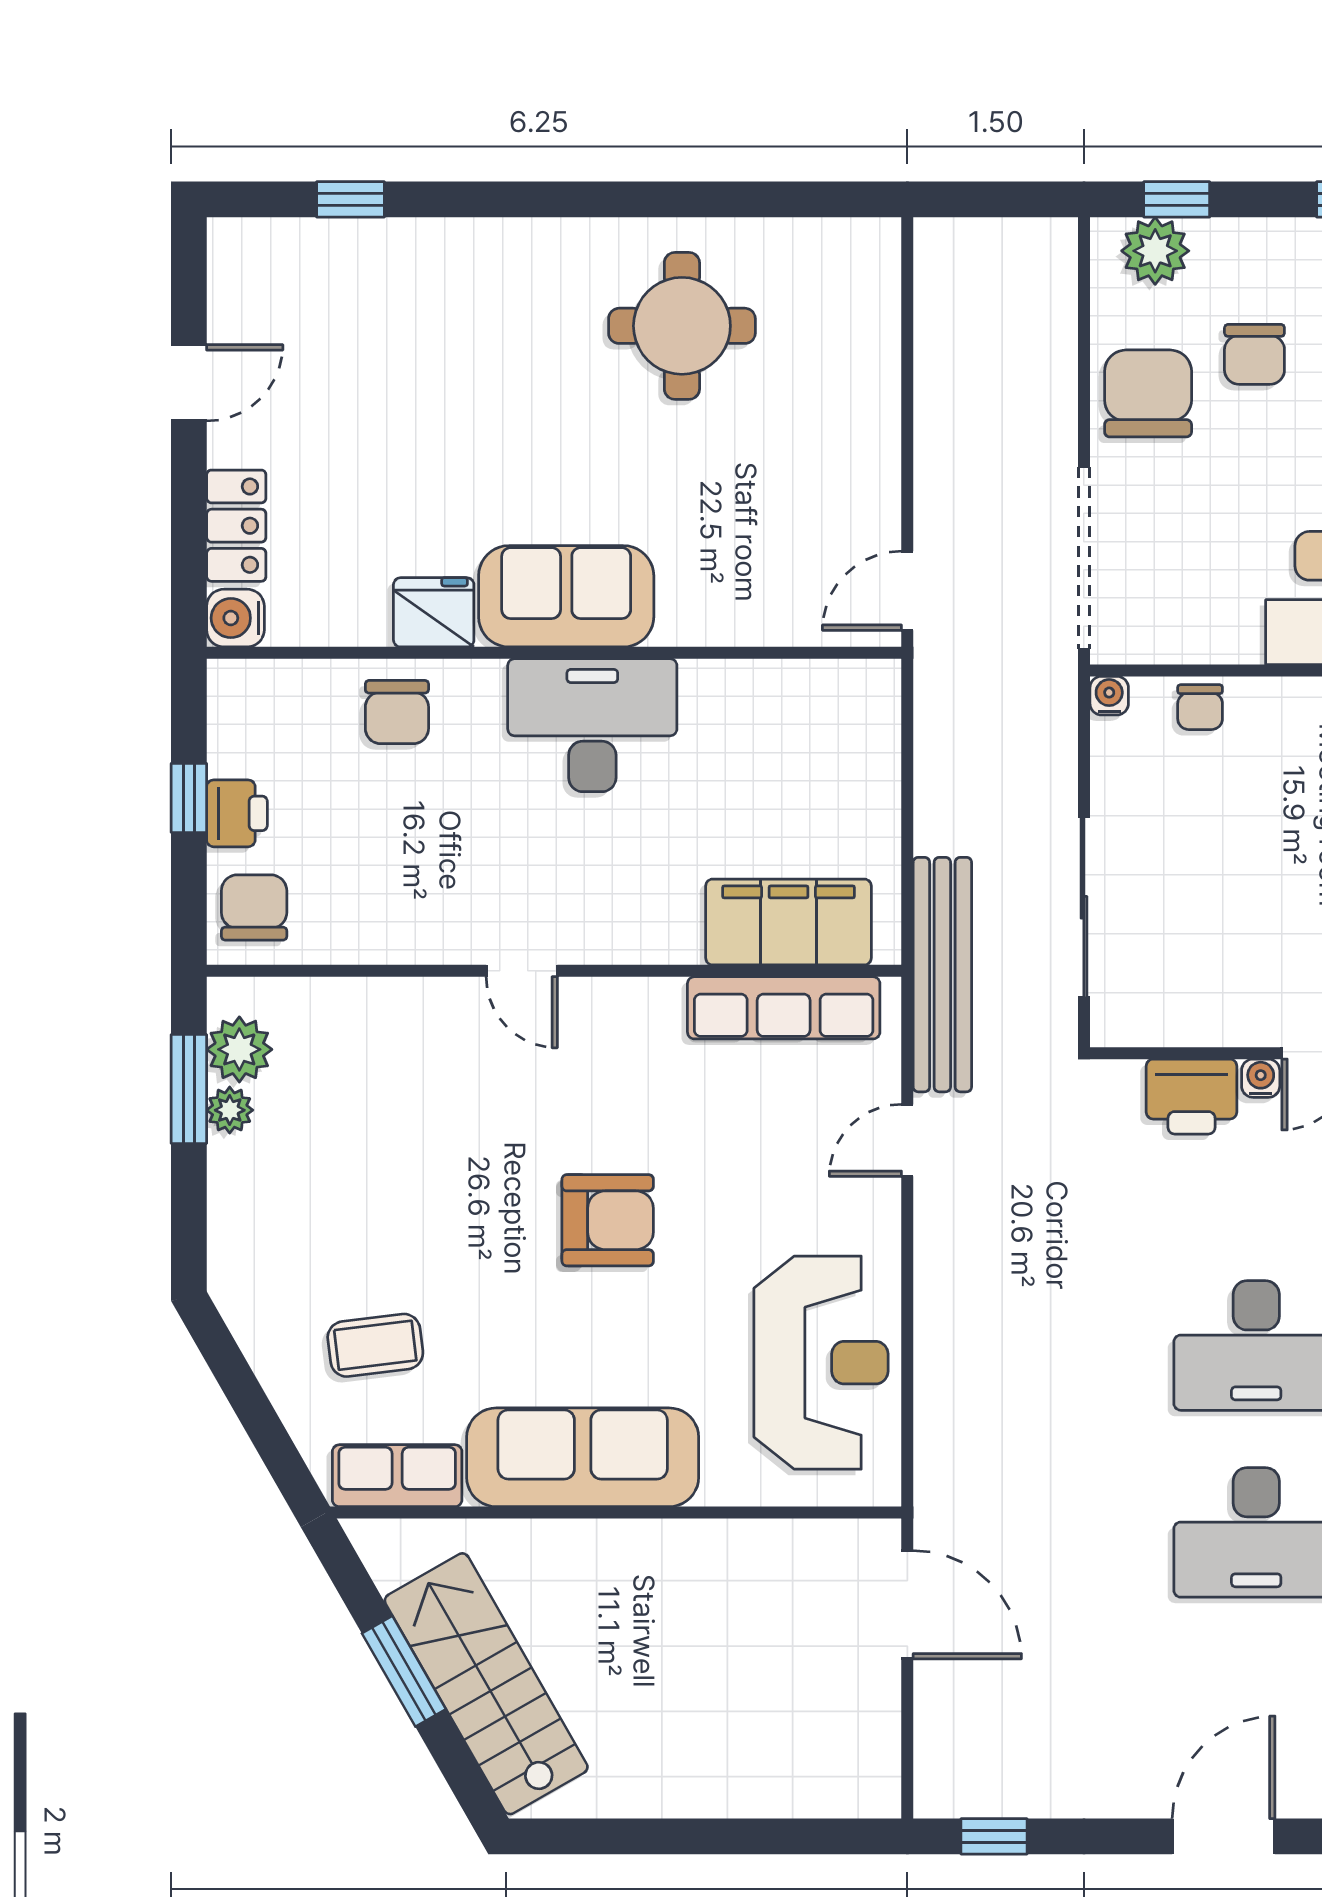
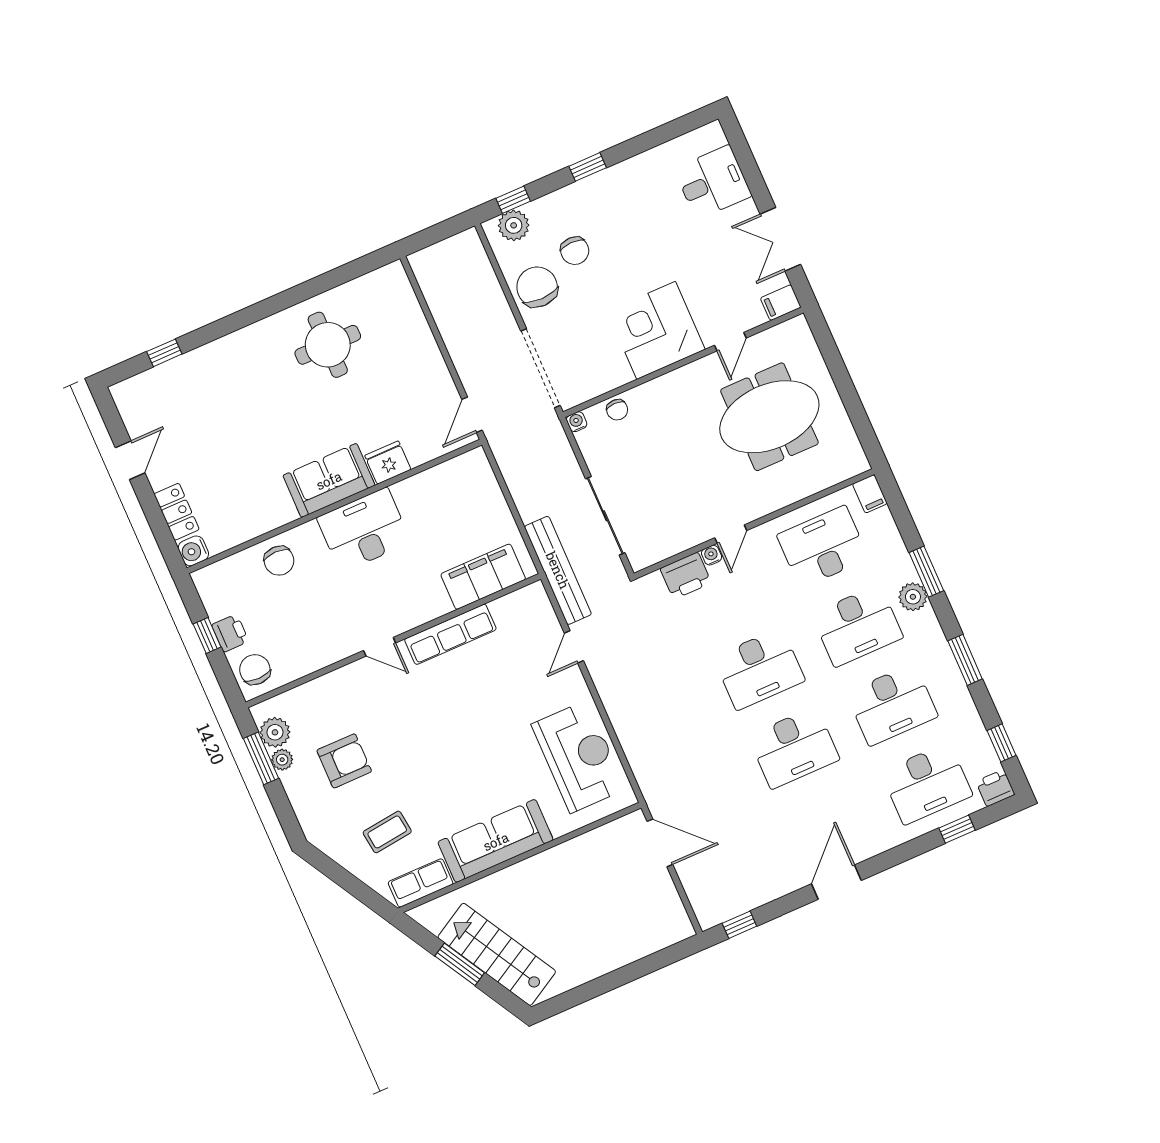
fridge: (434, 612) -> (388, 463), moved
row of seats: (784, 1008) -> (450, 634), moved
armchair: (608, 1220) -> (344, 761), moved

